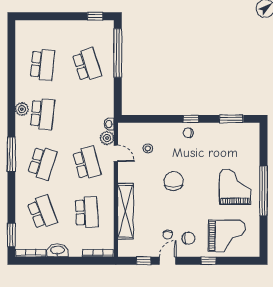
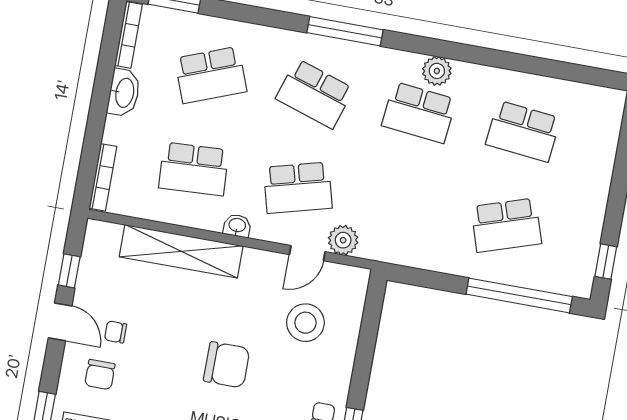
washbasin: (109, 124) -> (237, 226), moved
stool: (148, 148) -> (305, 323), width x1.89, depth x1.89

